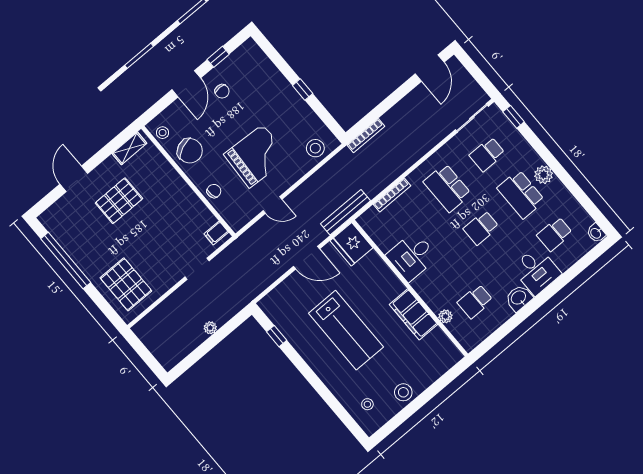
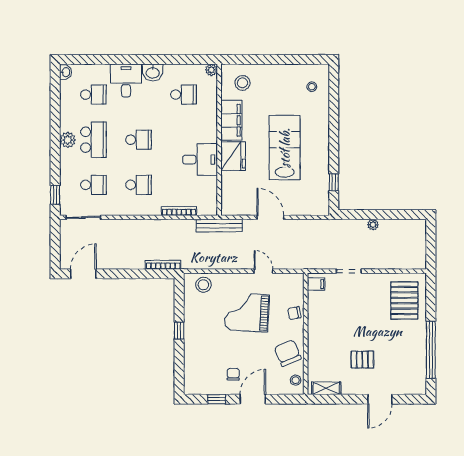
school desk: (447, 188) -> (138, 185), width x0.54
pallet: (119, 201) -> (362, 360), width x0.67, depth x0.71
fridge: (352, 244) -> (233, 156), moved
plant: (445, 316) -> (211, 70), moved
stool: (403, 392) -> (243, 83), moved

